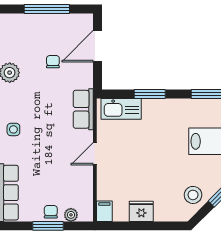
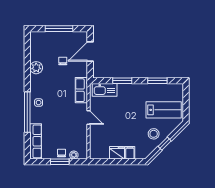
door: (95, 154) -> (89, 117), swing flipped
stool: (193, 195) -> (154, 134), moved
filing cabinet: (104, 211) -> (130, 153), moved

